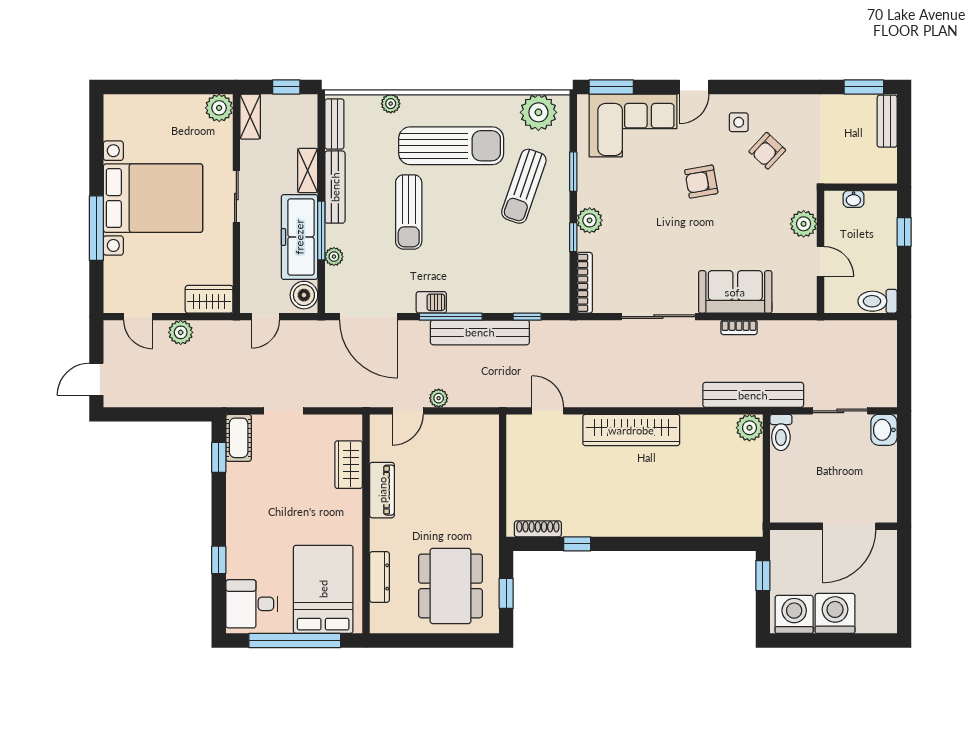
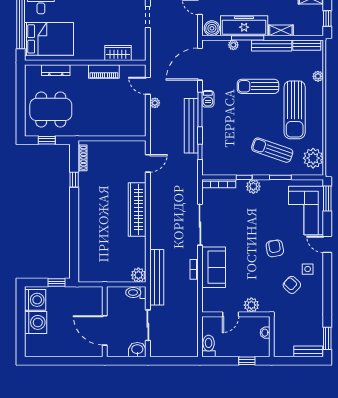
wall: (833, 526) -> (105, 322), moved
door: (849, 526) -> (105, 330), moved

